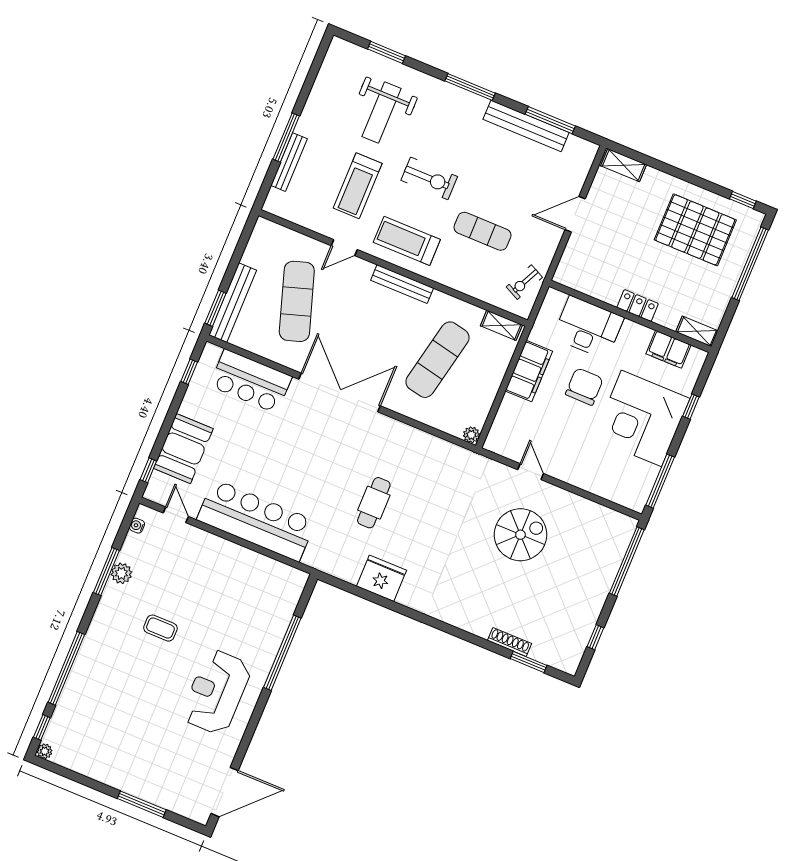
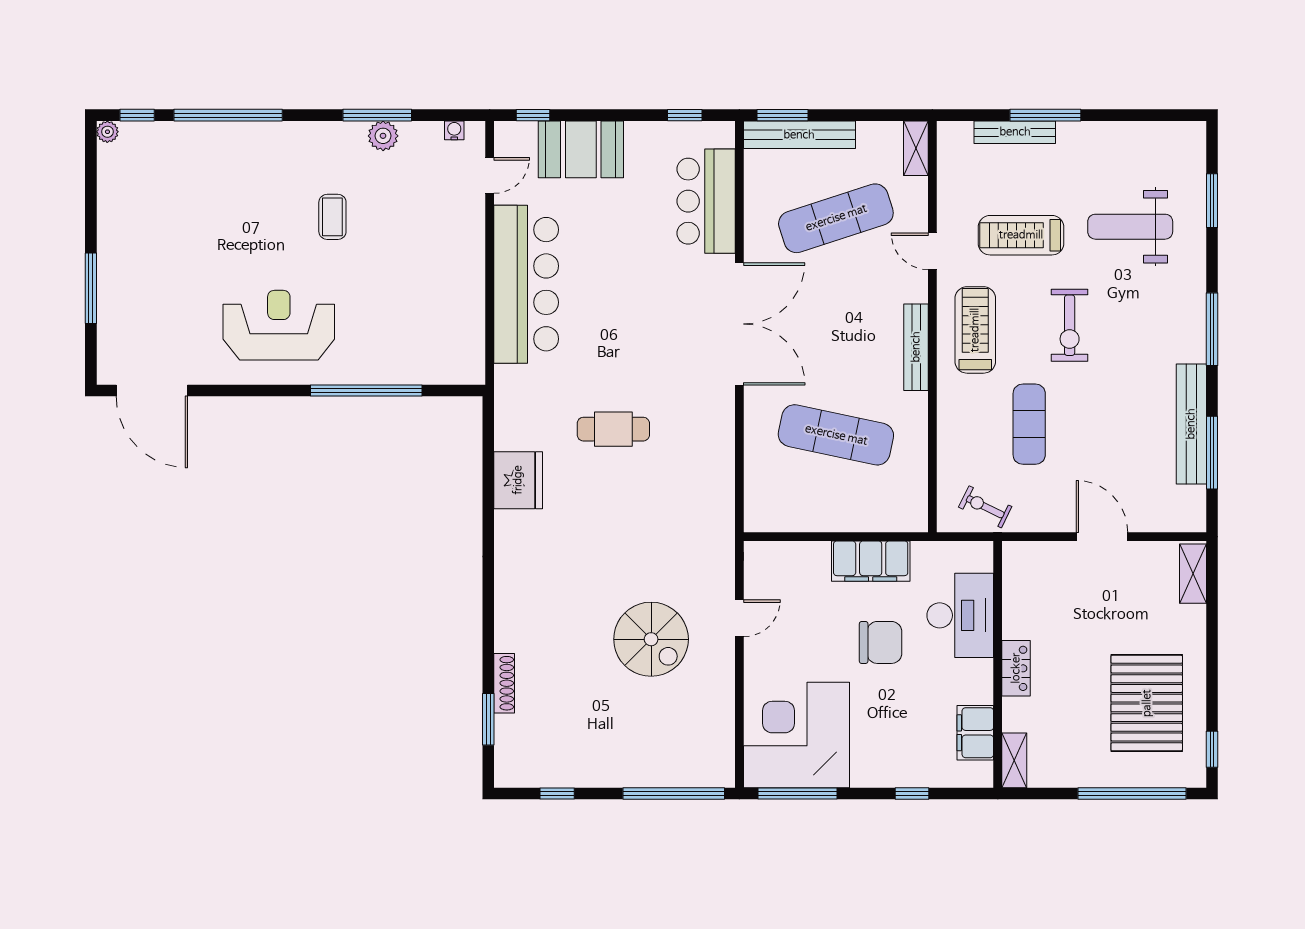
shelving: (501, 325) -> (916, 148), moved
corner desk: (642, 418) -> (796, 735), moved
plant: (471, 435) -> (756, 520), removed

